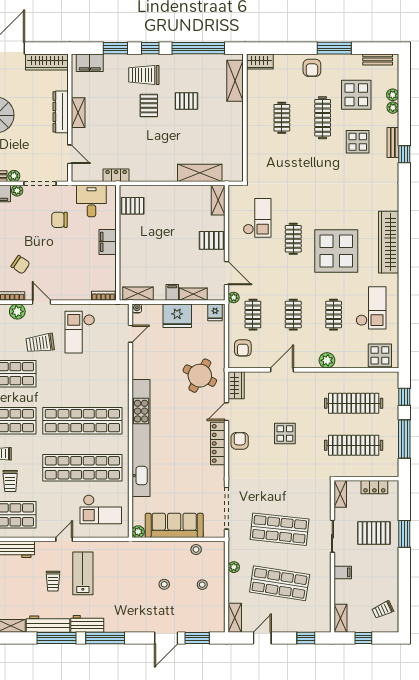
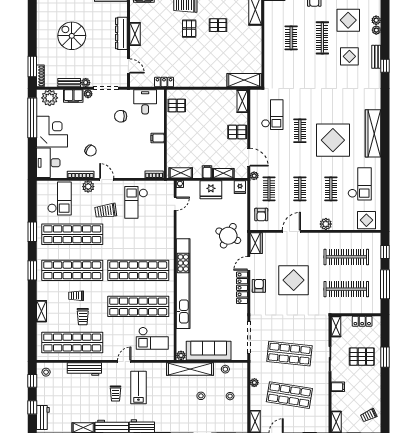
shelving: (200, 173) -> (244, 80), moved
filing cabinet: (108, 242) -> (158, 138), width x0.50
display table: (285, 433) -> (294, 280), width x1.86, depth x1.86
shelving: (150, 549) -> (190, 369), added

